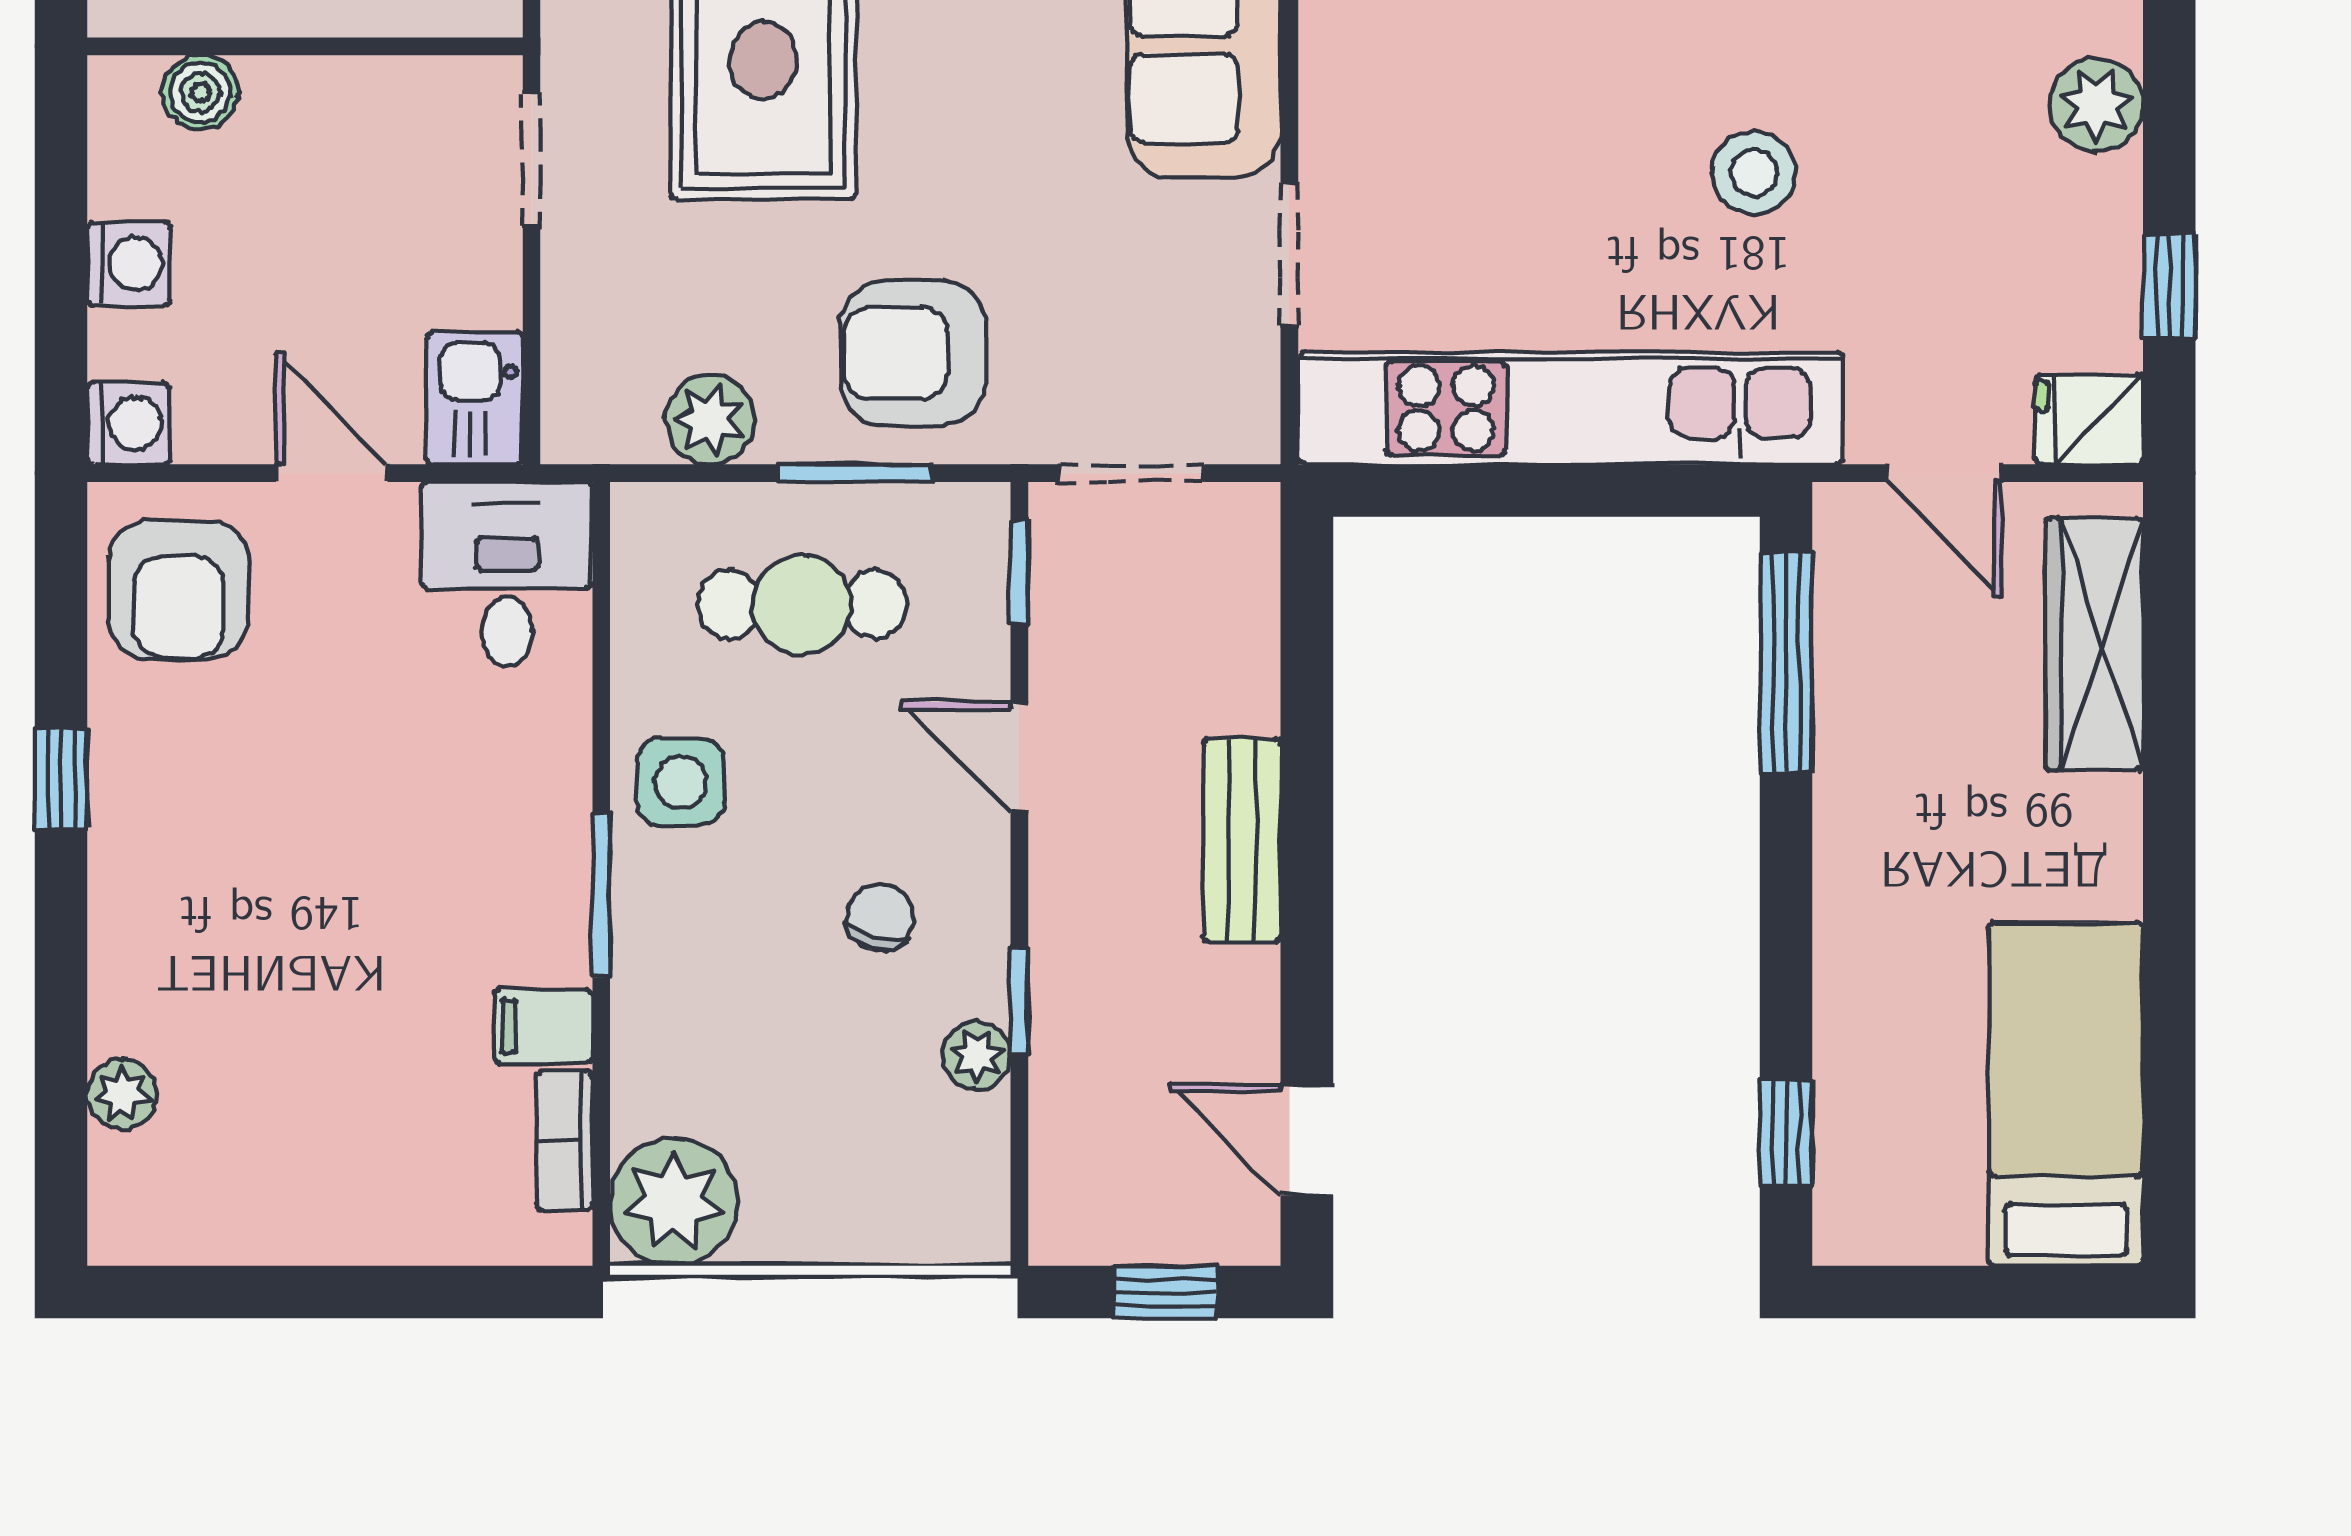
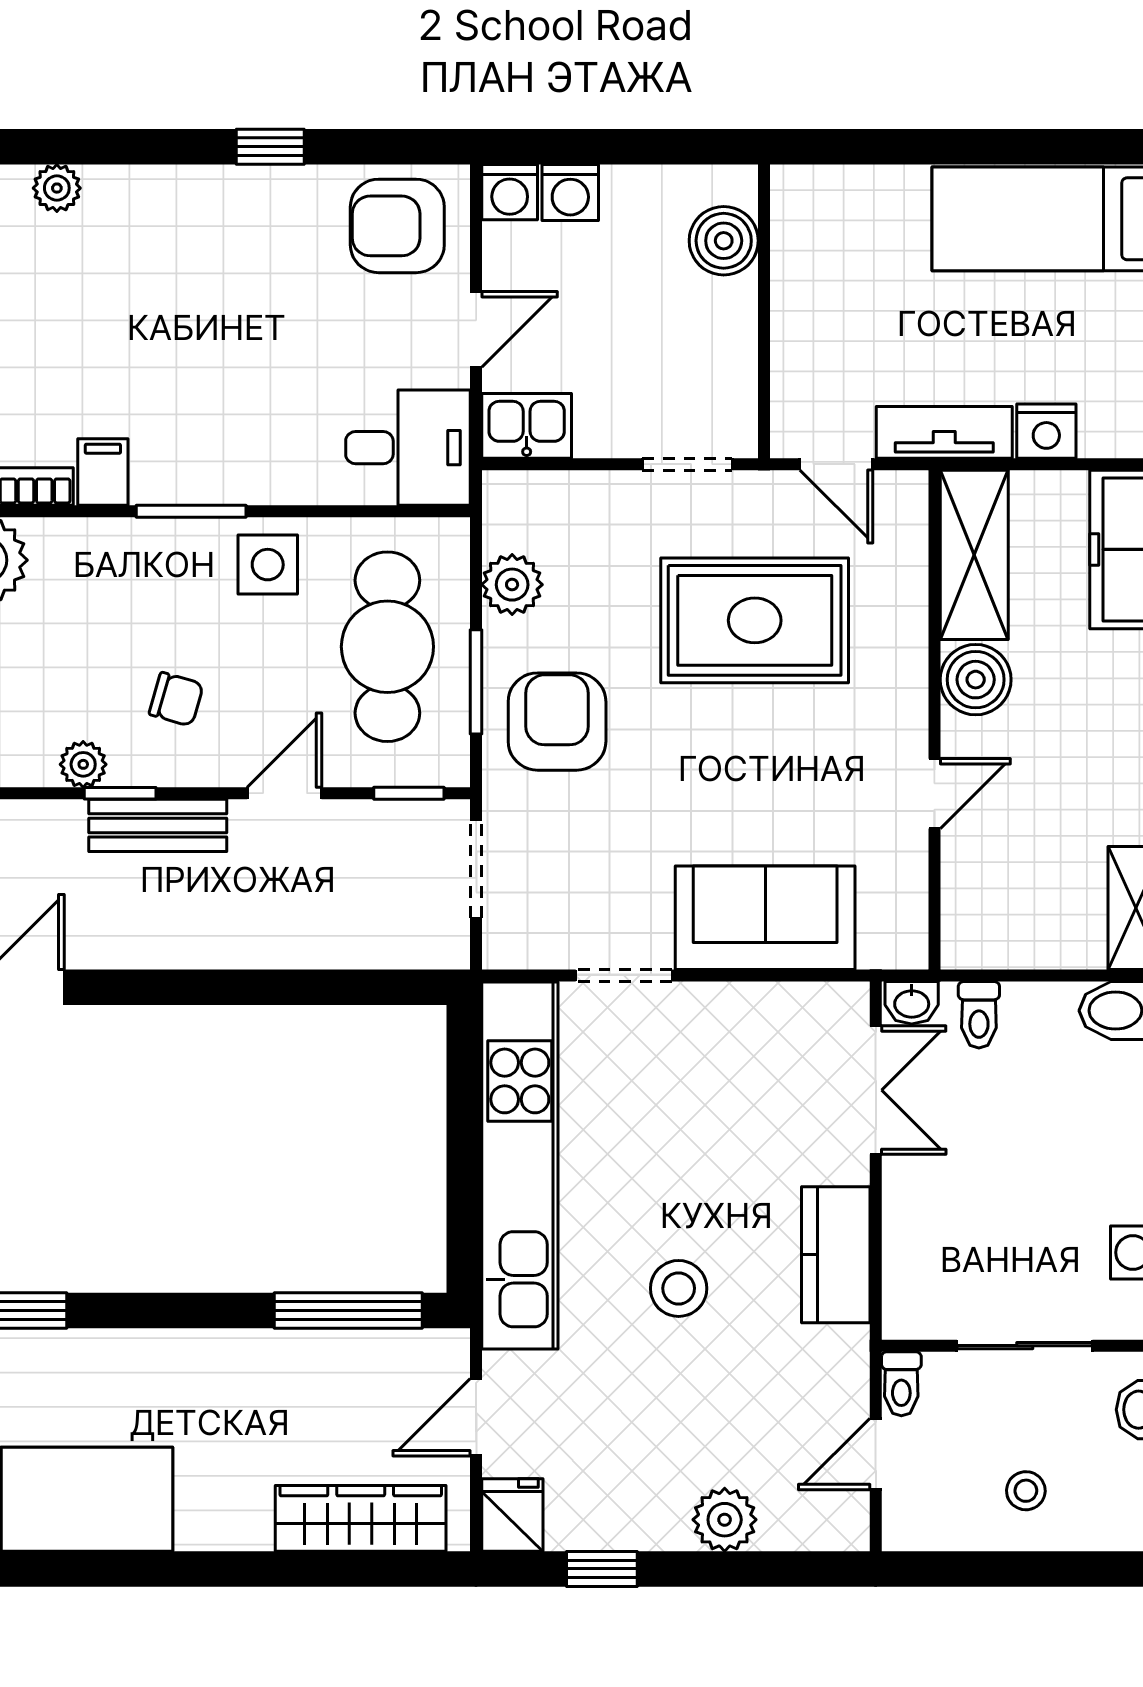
boiler: (200, 92) -> (724, 241), width x1.36, depth x1.36
washing machine: (129, 263) -> (570, 193), moved
cafe table: (802, 605) -> (387, 647), width x1.37, depth x1.35
bench: (1242, 840) -> (158, 825), moved

